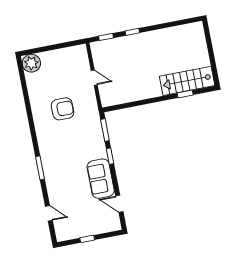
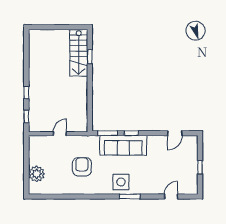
plant: (31, 63) -> (37, 174), moved
side table: (54, 155) -> (121, 182), added
sofa: (101, 179) -> (123, 145), moved, width x1.36

